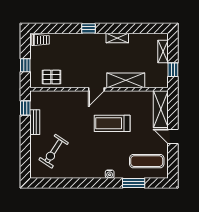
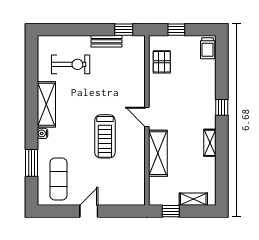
shelving: (161, 109) -> (46, 104), moved, turned 90
treadmill: (112, 123) -> (105, 136), turned 180
exercise bike: (54, 151) -> (71, 64), turned 147

